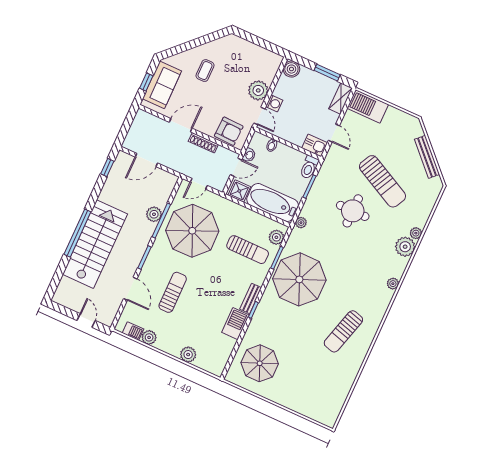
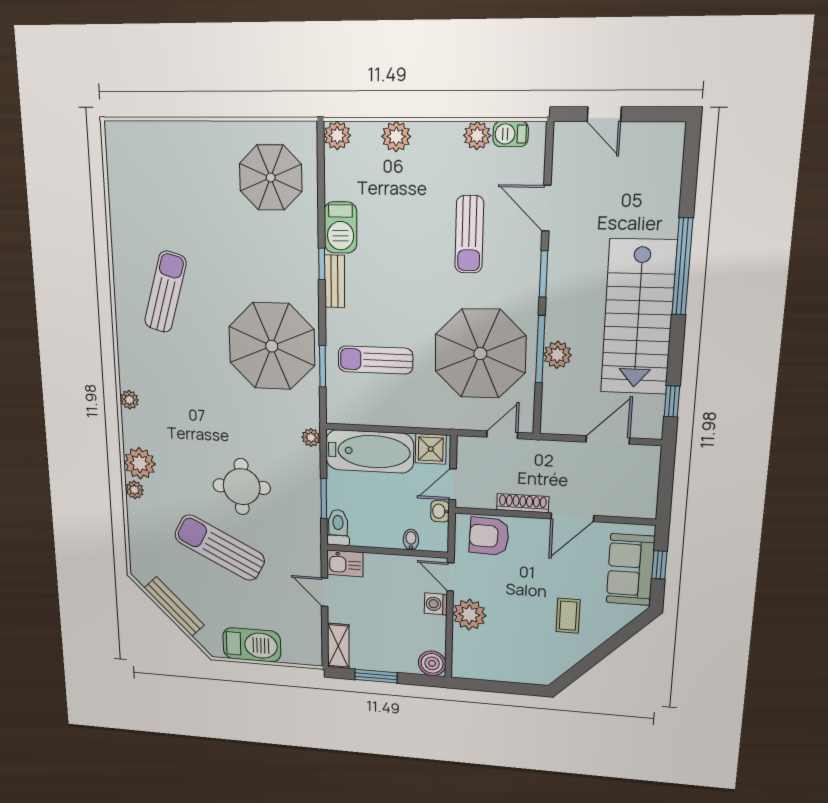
barbecue: (368, 106) -> (252, 645), moved
plant: (276, 237) -> (337, 135), moved
stairs: (95, 244) -> (638, 317), moved

